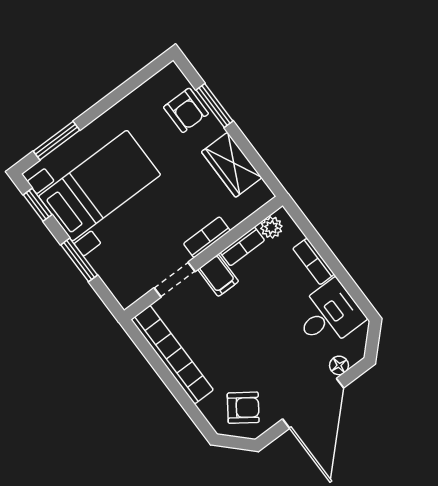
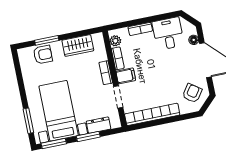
window: (38, 205) -> (54, 144), width x1.50
dresser: (108, 269) -> (99, 125), added

